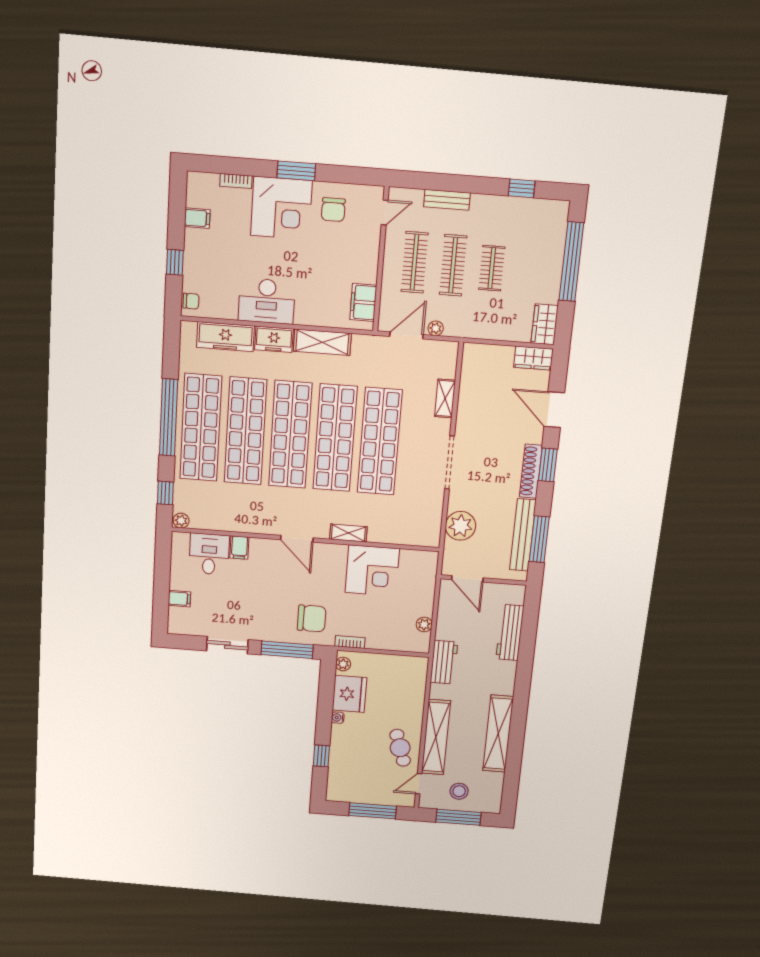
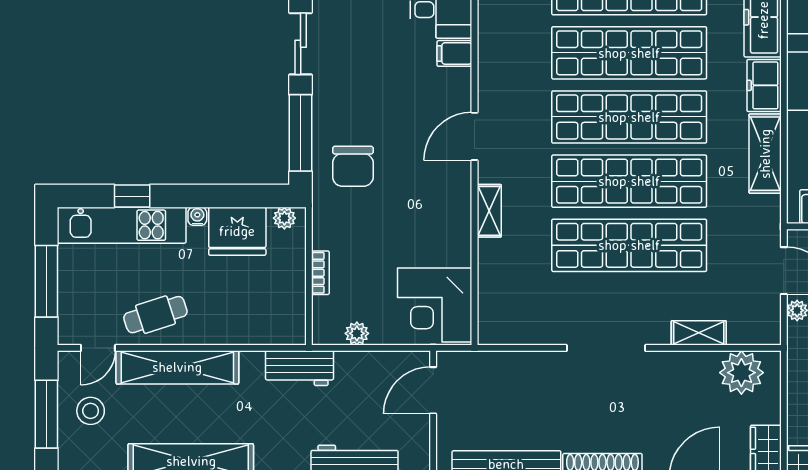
plant: (460, 526) -> (741, 373), moved
corner desk: (372, 571) -> (435, 305), moved
bookcase: (350, 642) -> (320, 273), moved
kitchen unit: (340, 764) -> (122, 225), added
door: (419, 784) -> (98, 348), swing flipped

